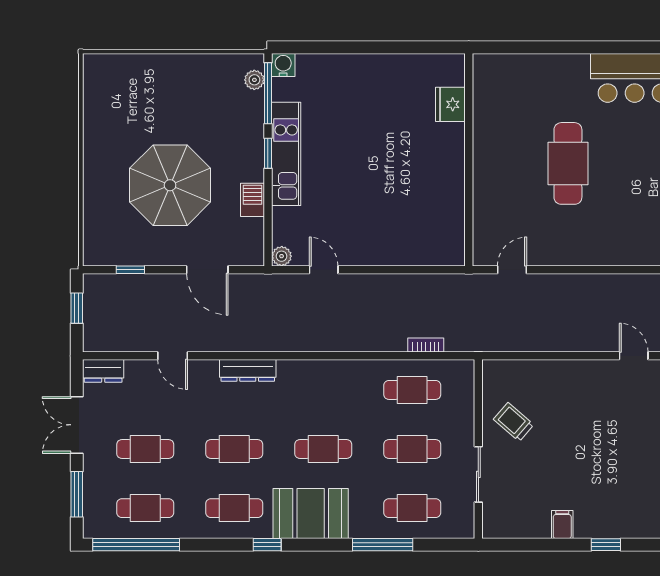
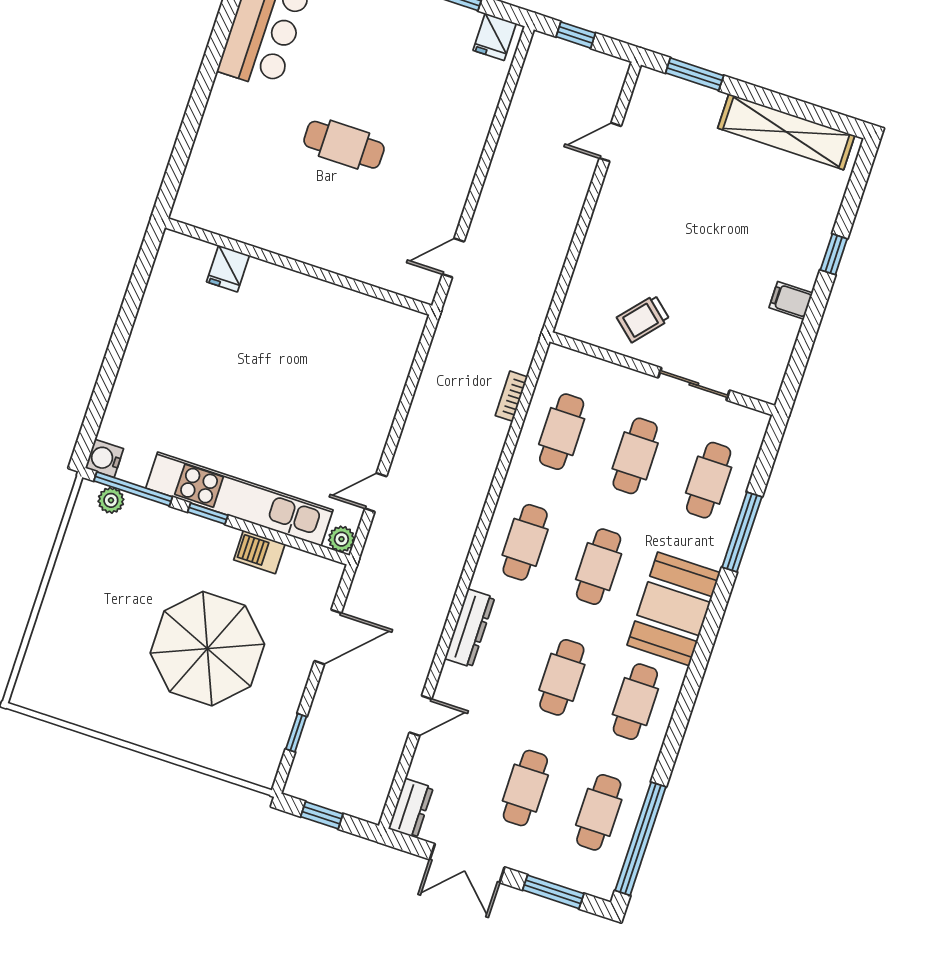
fridge: (450, 104) -> (228, 269), width x0.72
kitchen unit: (286, 154) -> (239, 499), width x1.36
cafe table: (568, 163) -> (344, 145), width x0.73, depth x0.74
door: (512, 270) -> (453, 258), hinge flipped
cafe table: (323, 390) -> (525, 542), added
window: (267, 545) -> (694, 676), removed

